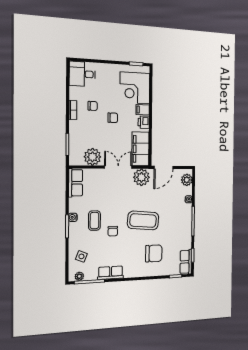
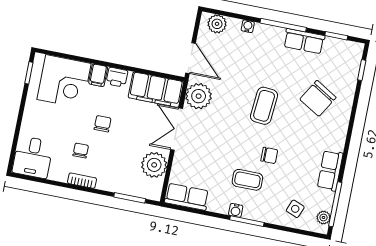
coffee table: (143, 220) -> (264, 106), width x0.73, depth x0.76
chair: (154, 253) -> (318, 98), turned -149
row of seats: (186, 262) -> (304, 41), moved

